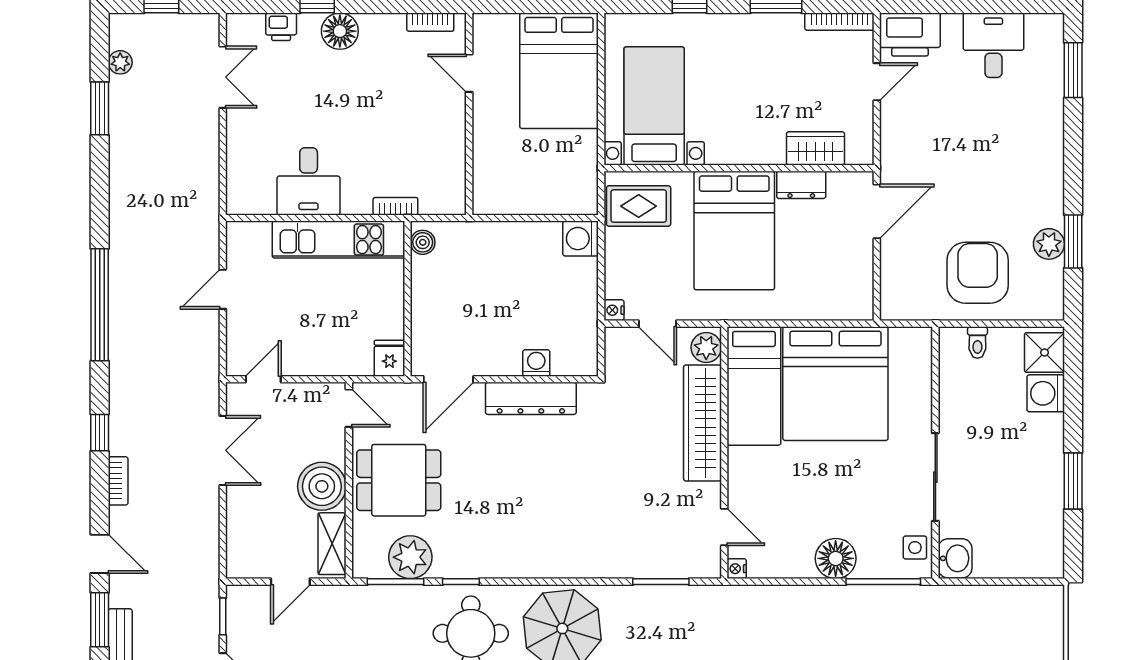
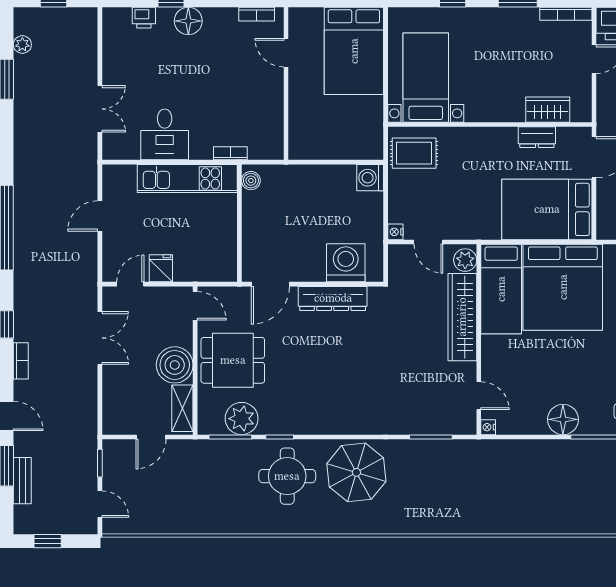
double door: (223, 77) -> (100, 109), moved
bed: (734, 231) -> (547, 209), moved, turned 90
fridge: (389, 358) -> (161, 268), moved
washing machine: (536, 363) -> (346, 263), width x1.89, depth x1.89

